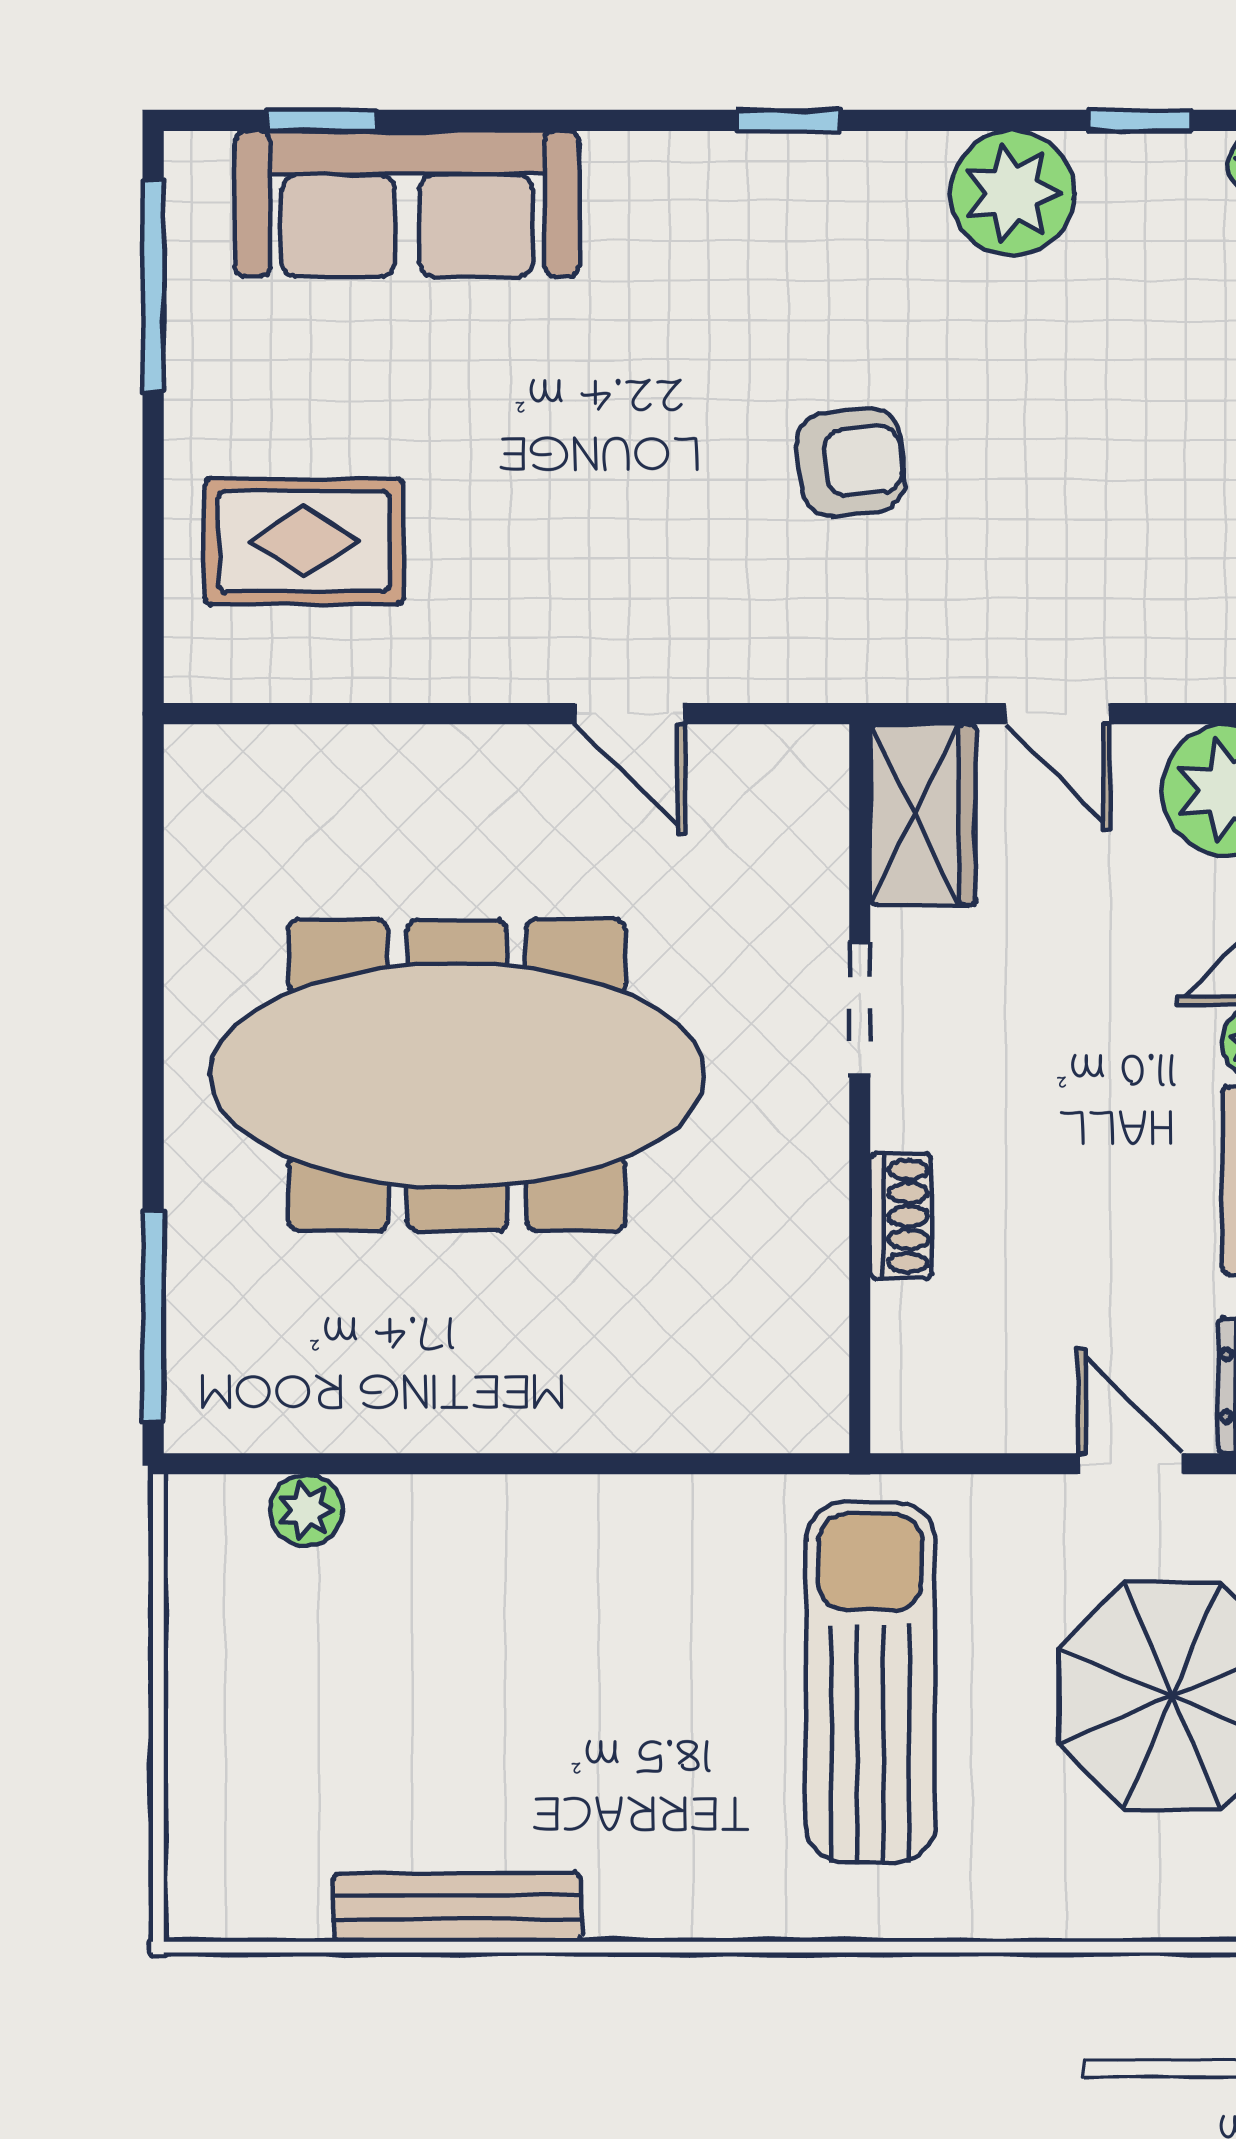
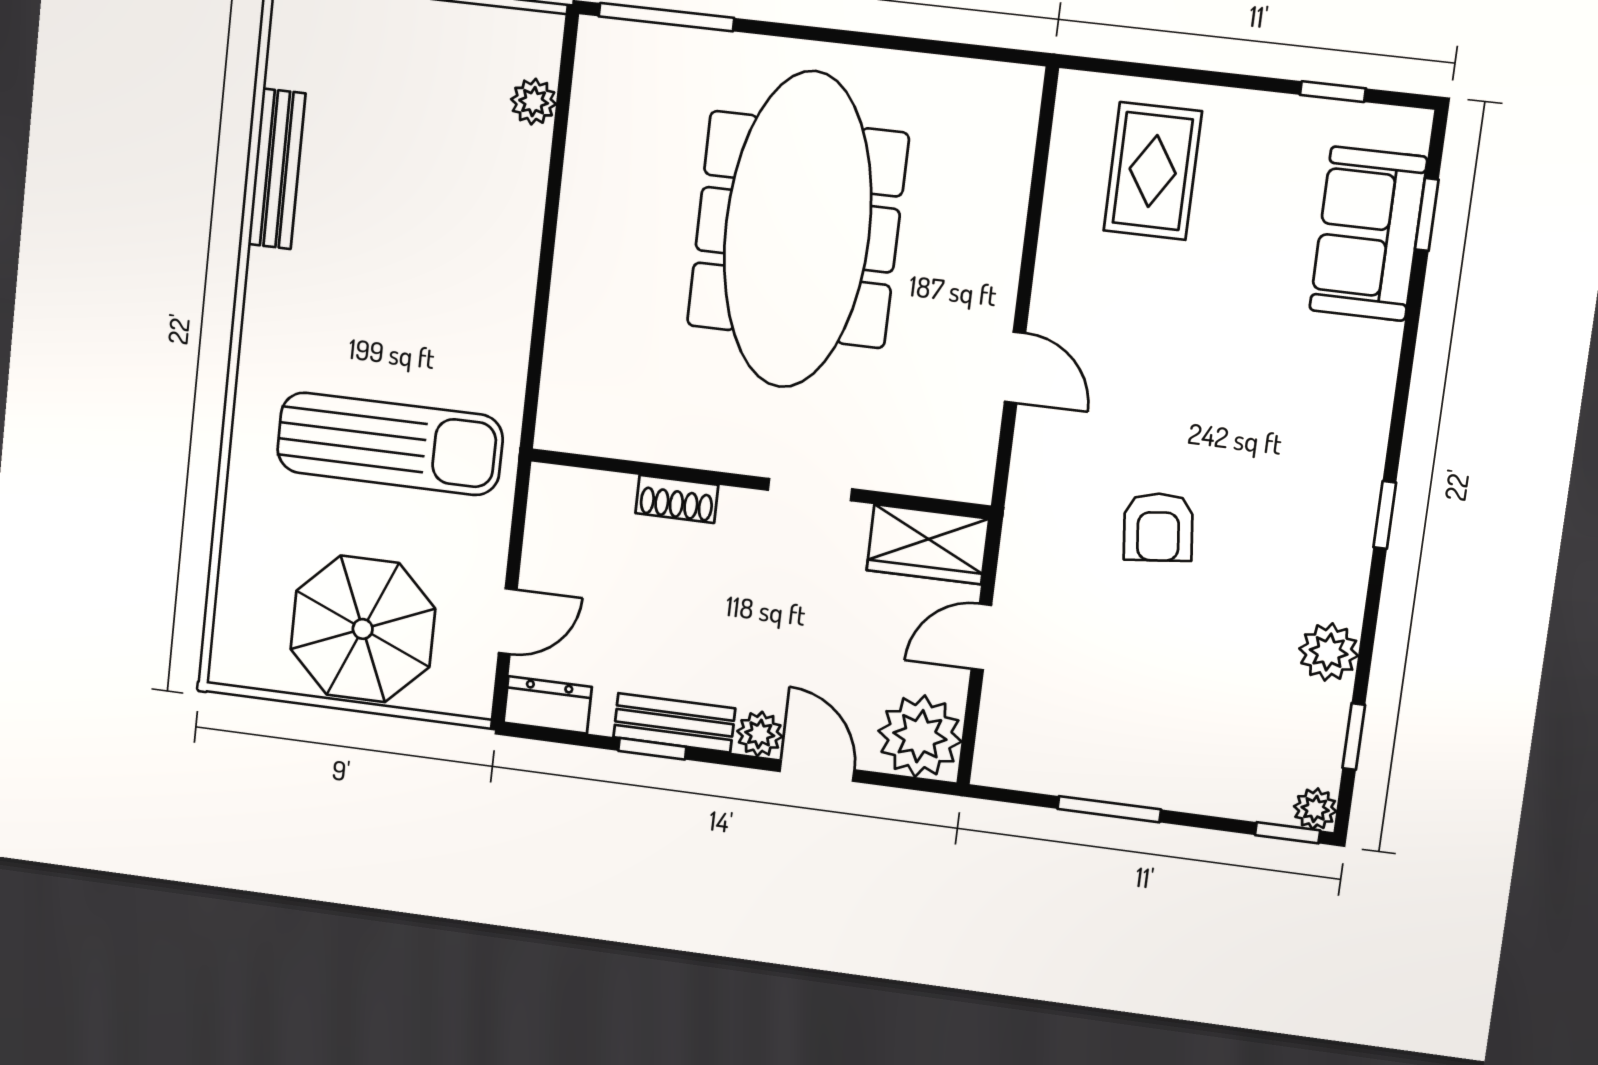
plant: (1012, 193) -> (1329, 652), width x0.73, depth x0.73
sofa: (407, 204) -> (1368, 234), width x0.73
window: (153, 286) -> (1333, 92), width x0.46
door: (630, 714) -> (1015, 367), swing flipped

